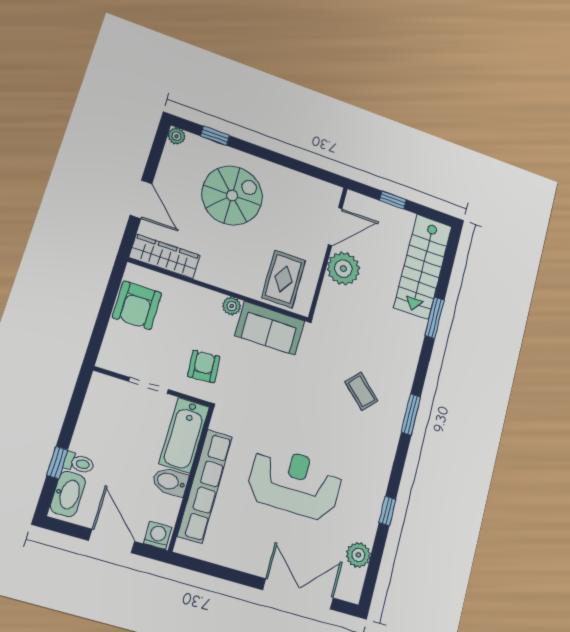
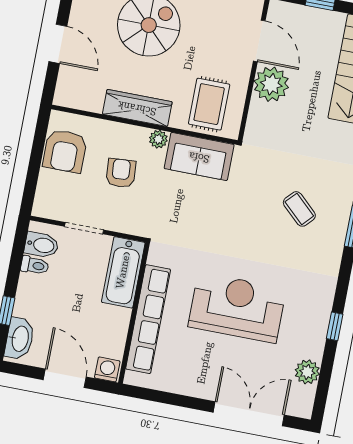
door: (335, 227) -> (259, 41), hinge flipped
wardrobe: (165, 256) -> (137, 108), moved
armchair: (204, 366) -> (121, 173), moved
toilet: (79, 463) -> (35, 265), moved
bidet: (170, 482) -> (42, 245), moved, turned 180

